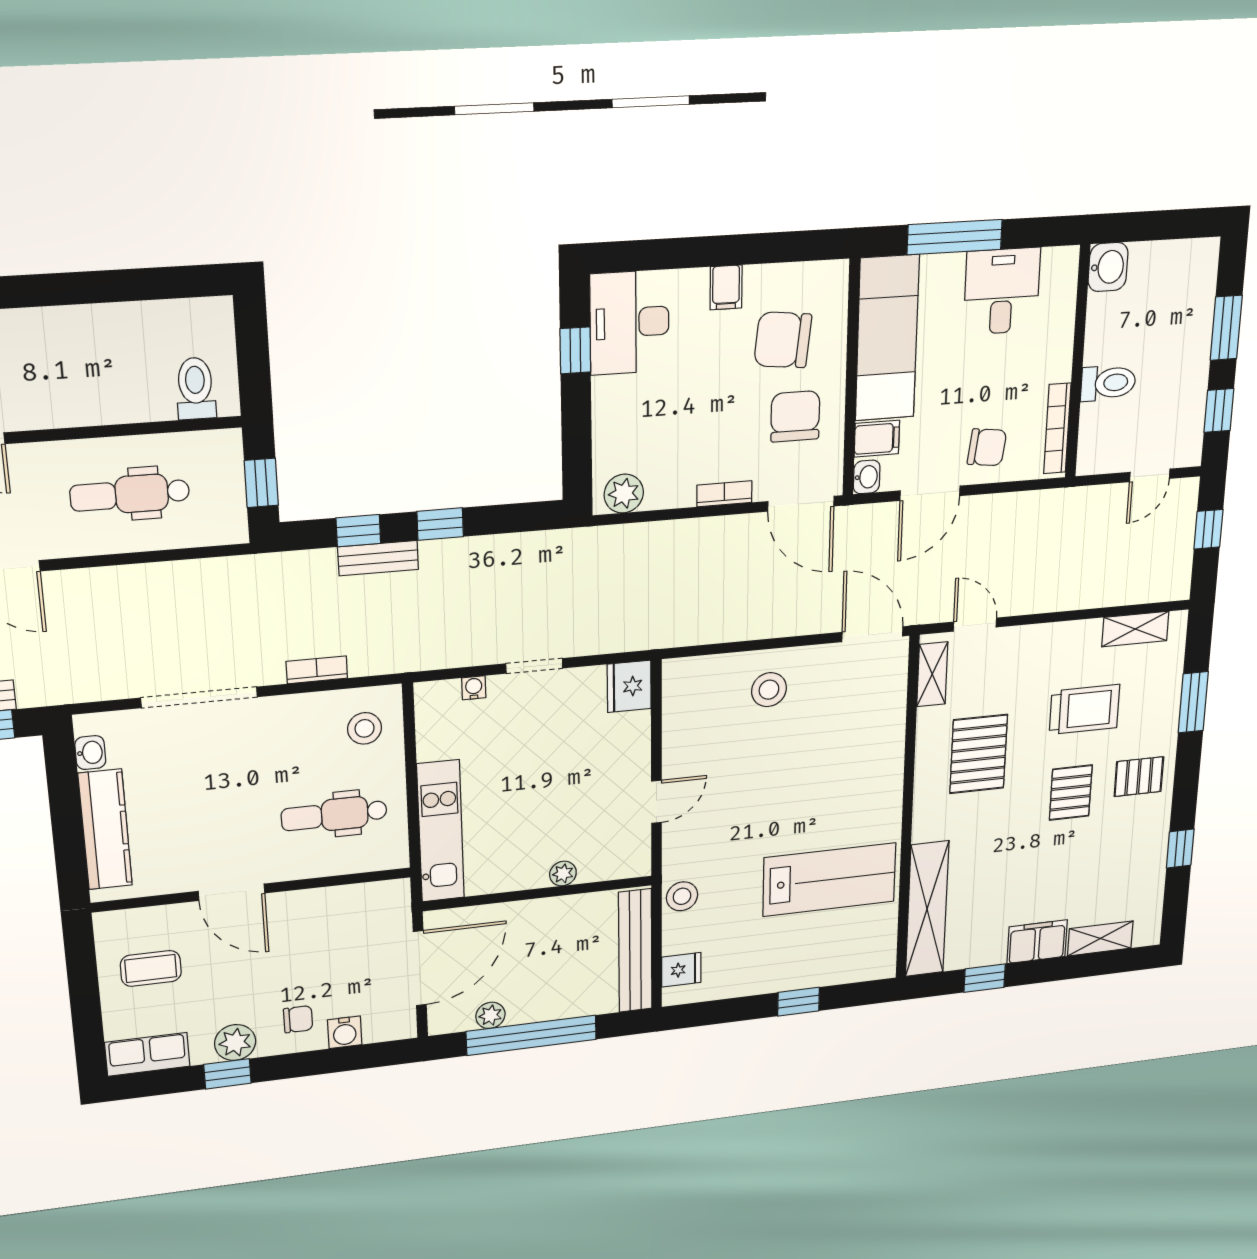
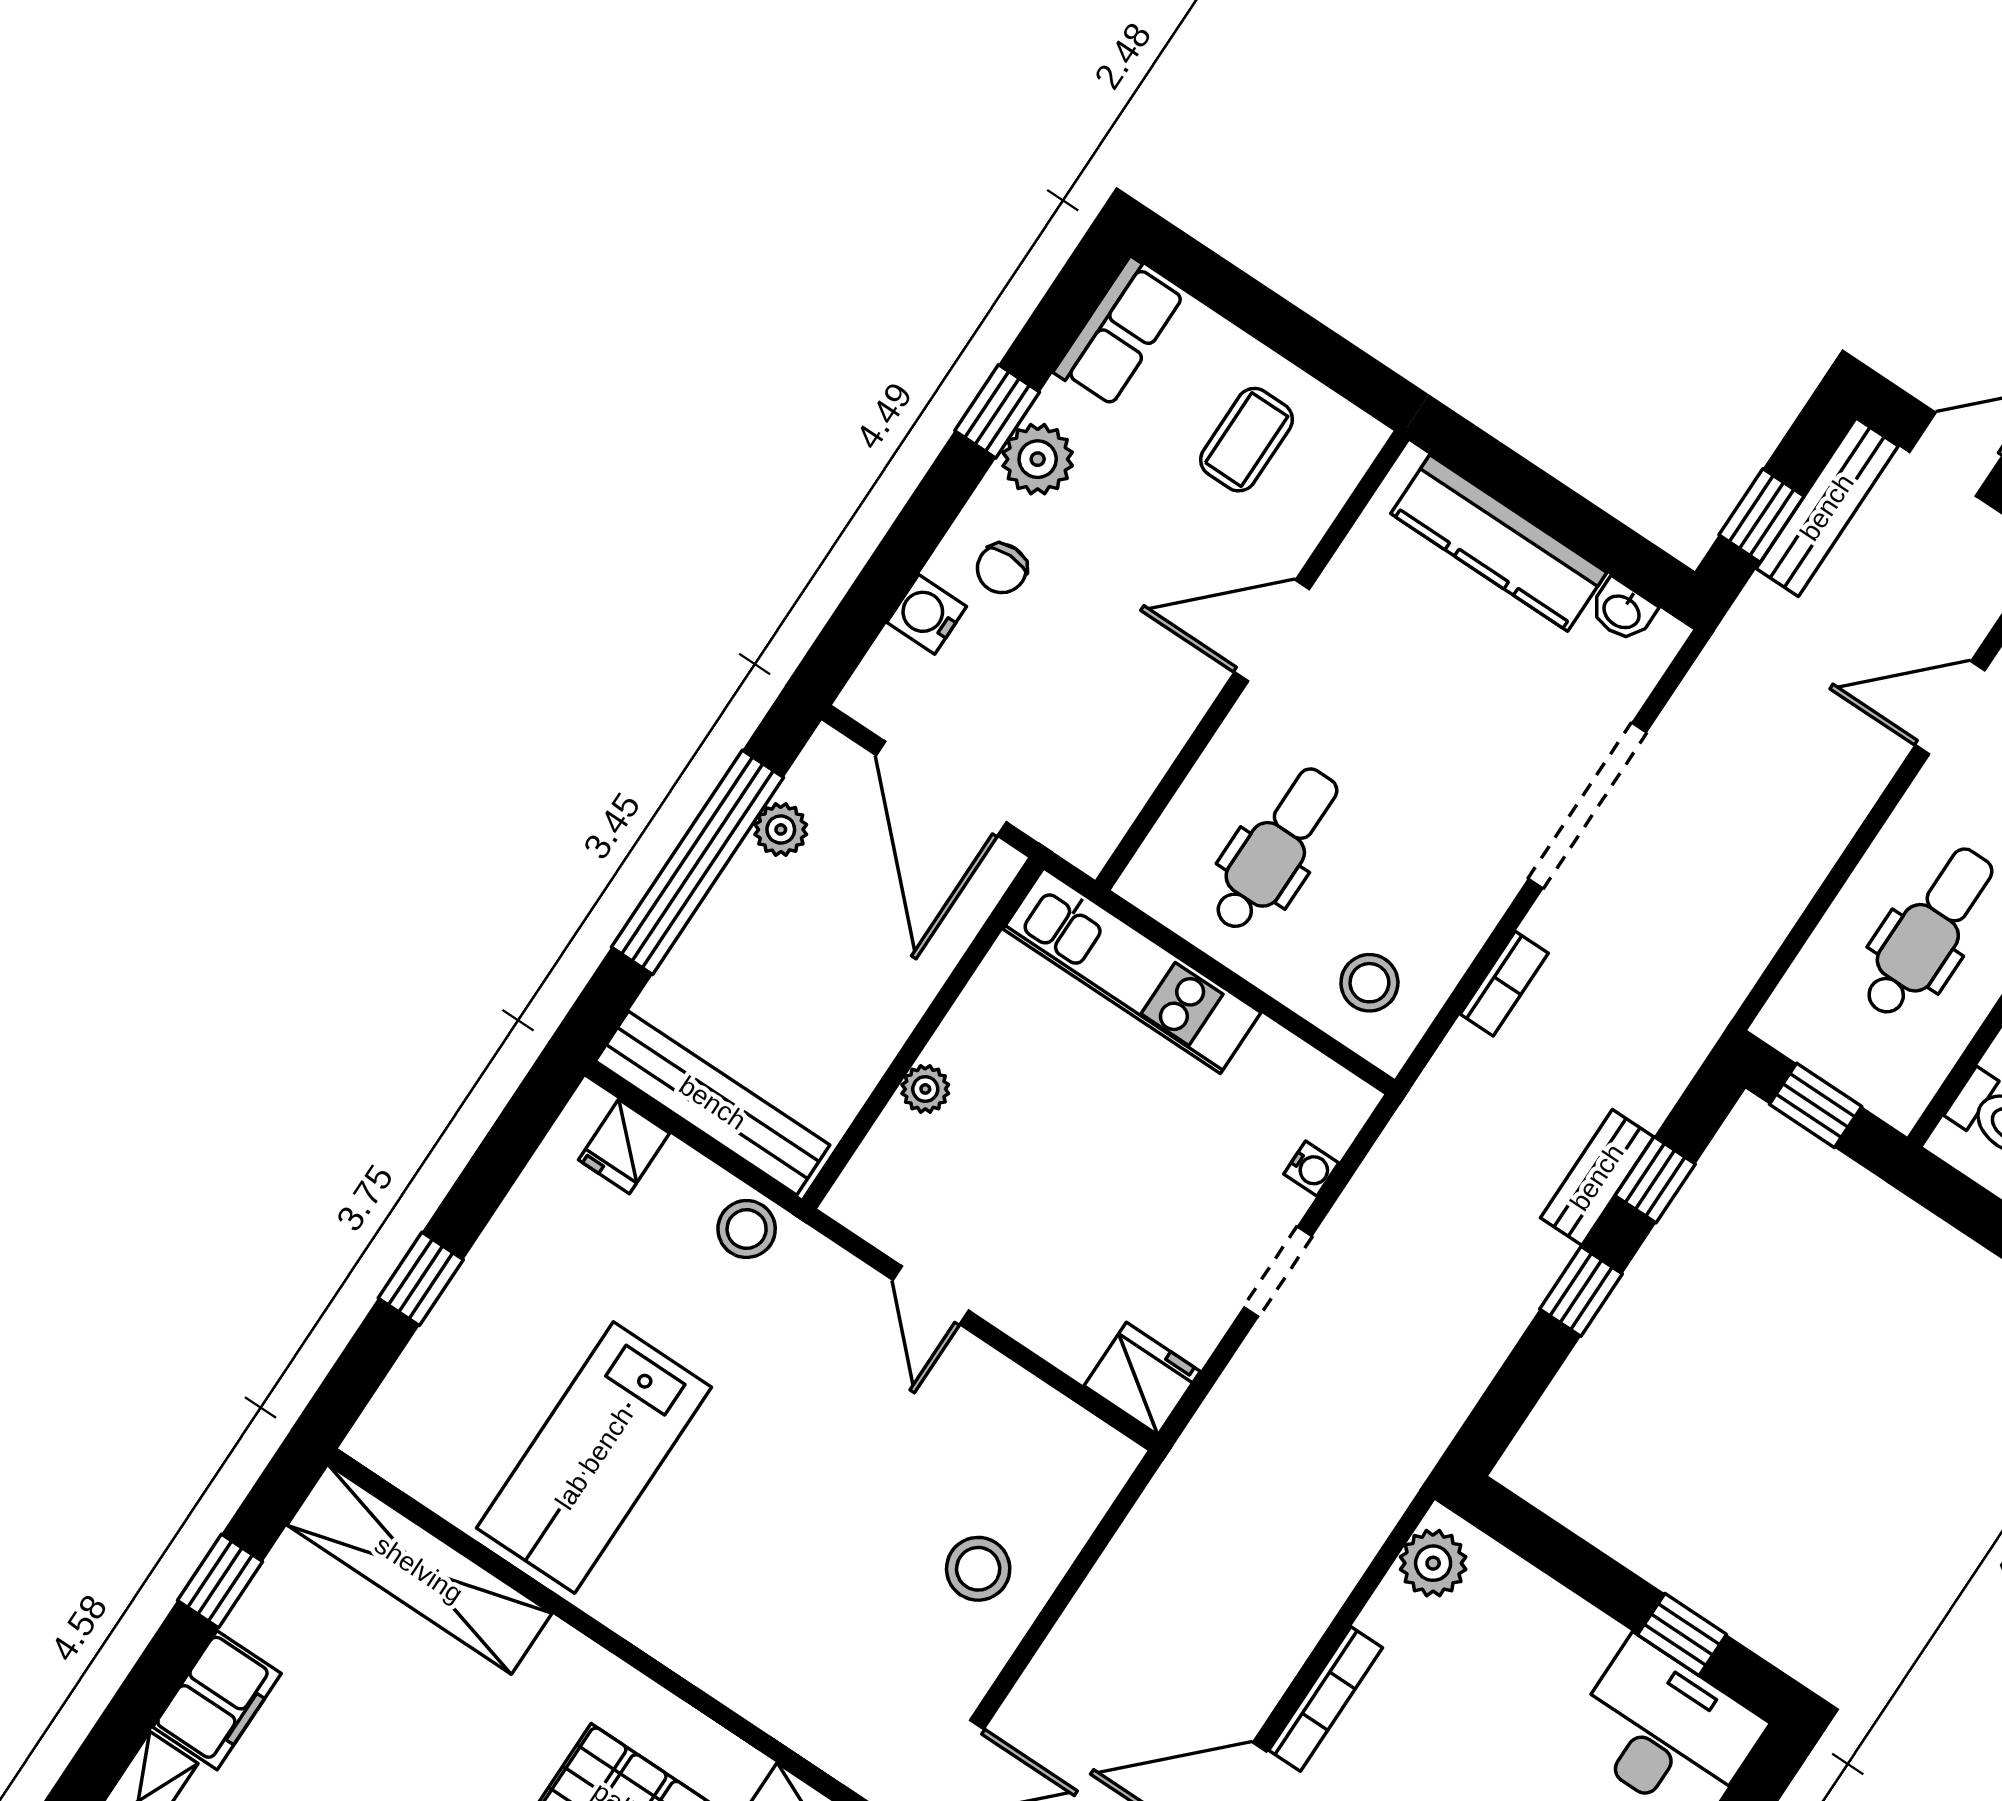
bookcase: (724, 494) -> (1326, 1699), width x1.56

